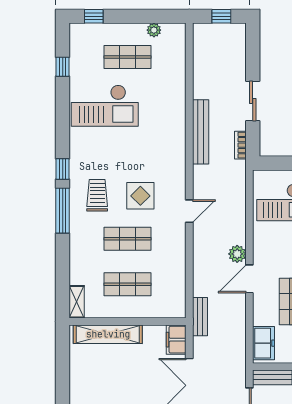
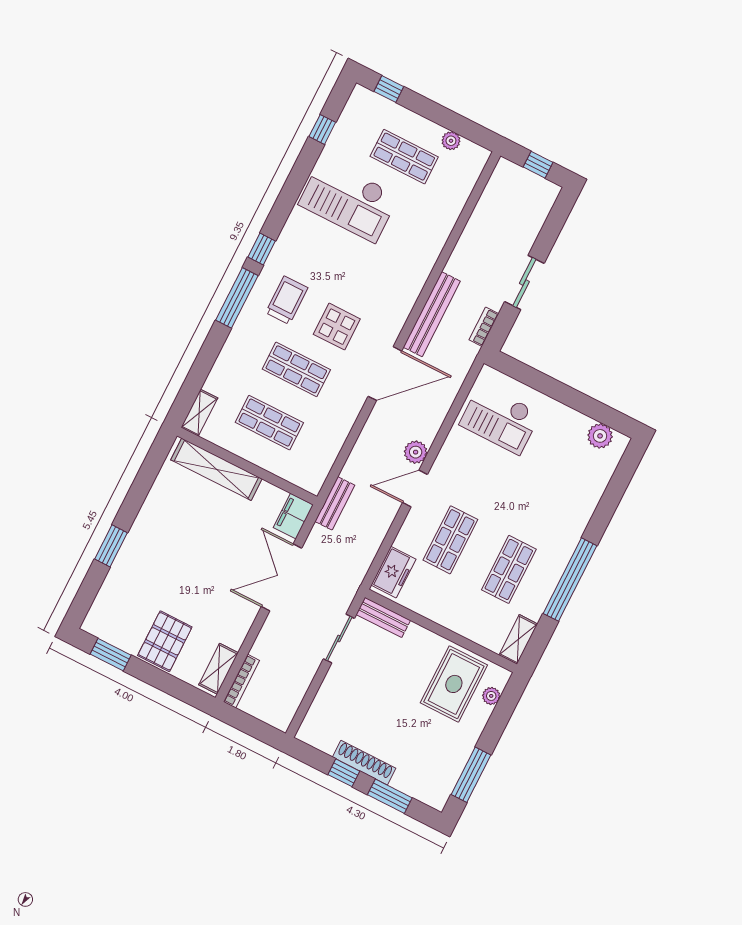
bench: (201, 132) -> (432, 314), moved
door: (189, 211) -> (385, 374), width x1.88

